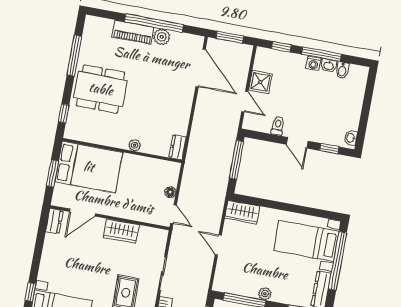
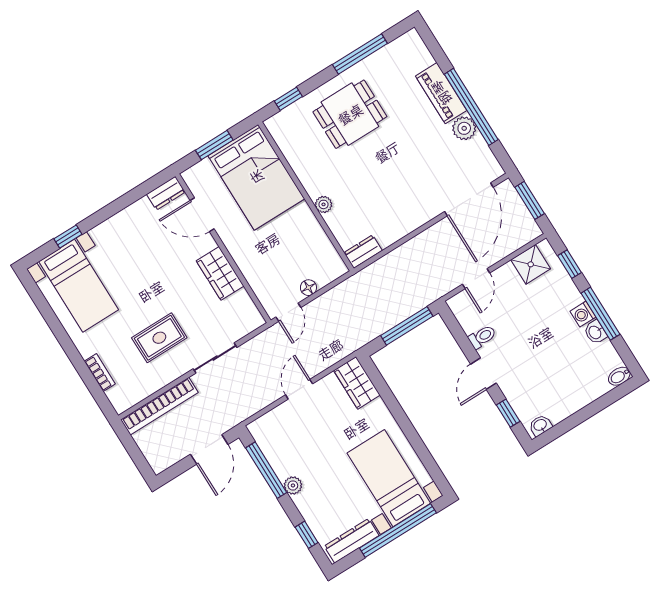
bidet: (342, 70) -> (619, 376), moved
shower: (260, 82) -> (531, 264), moved
dining table: (101, 89) -> (350, 114), width x0.73

